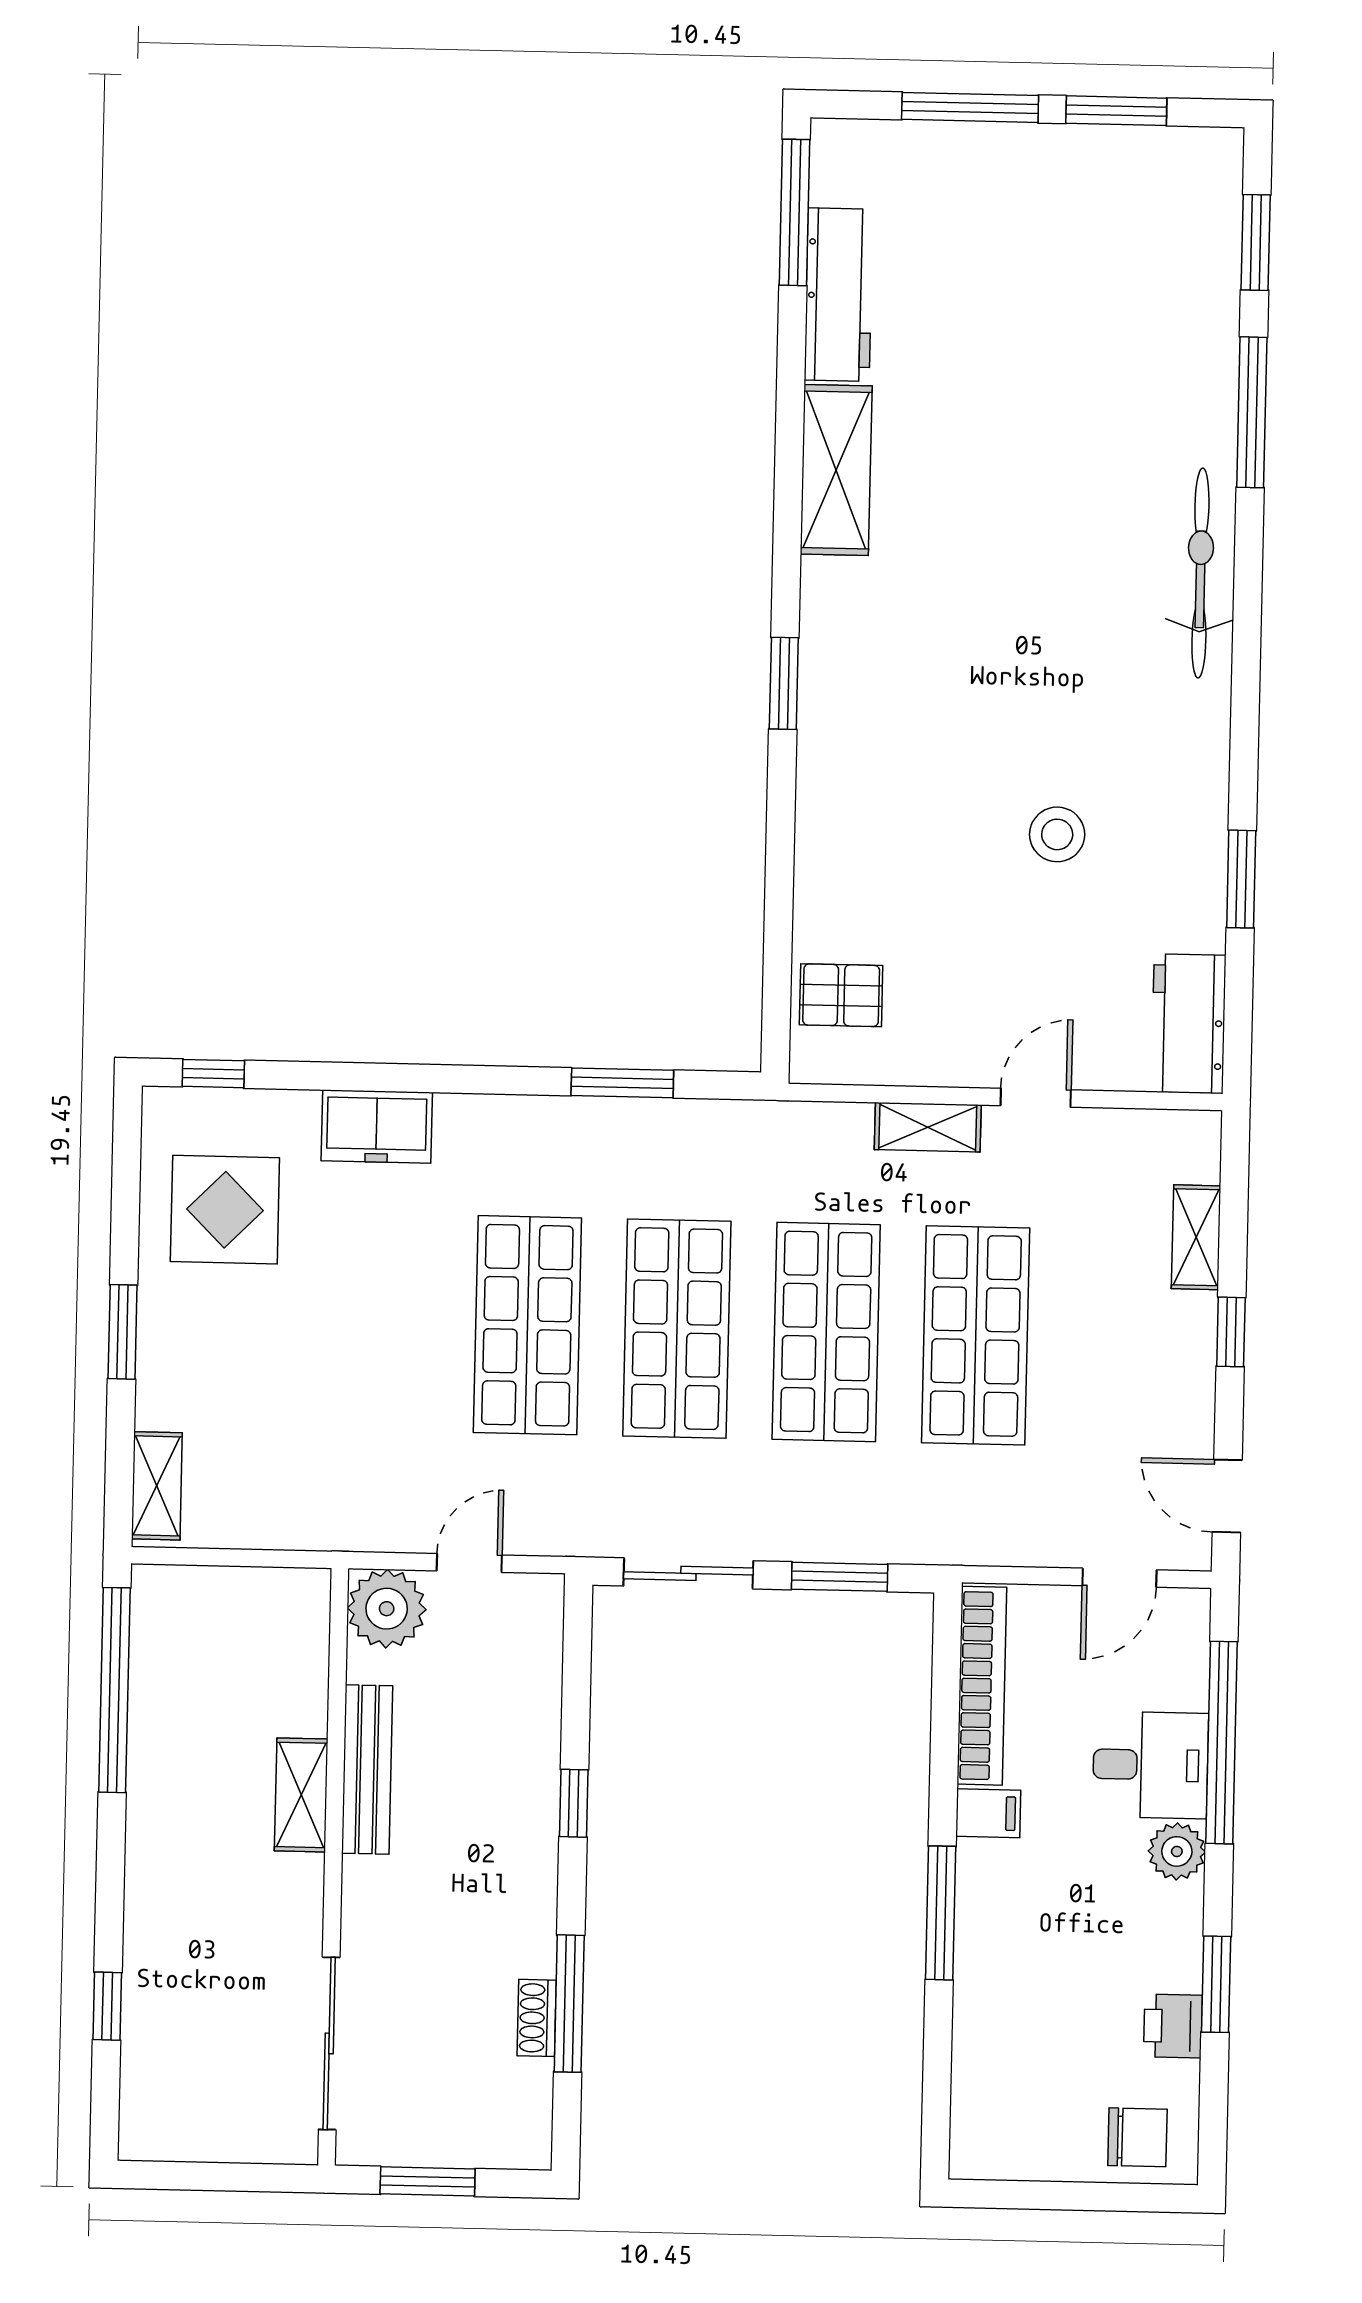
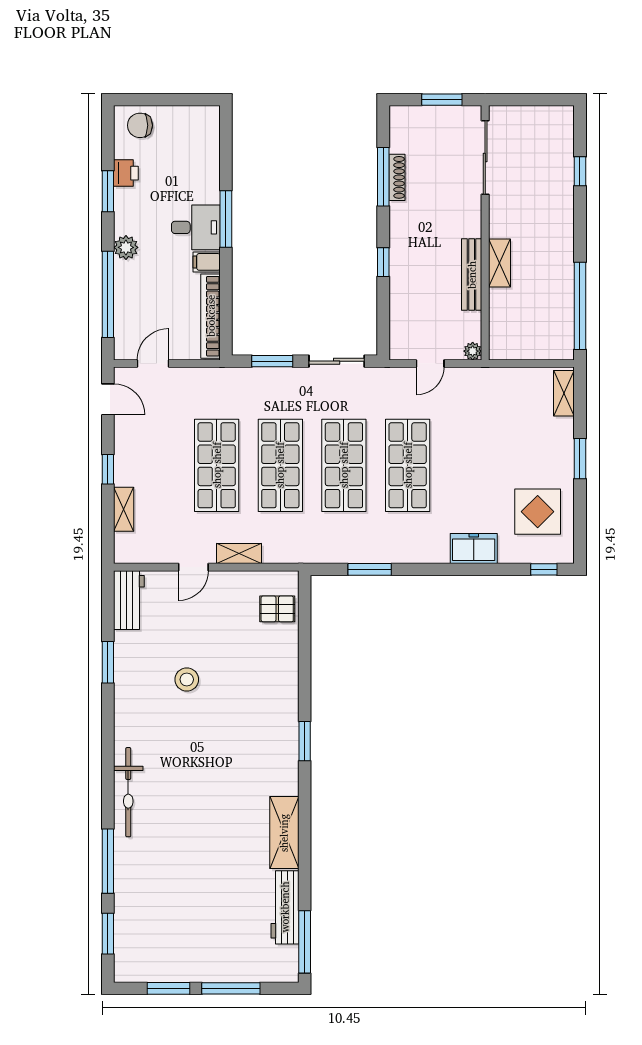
plant: (387, 1609) -> (473, 351), width x0.53, depth x0.53
desk: (1150, 1765) -> (196, 227), moved, turned 180
shoe rack: (537, 2018) -> (397, 177), width x1.43

